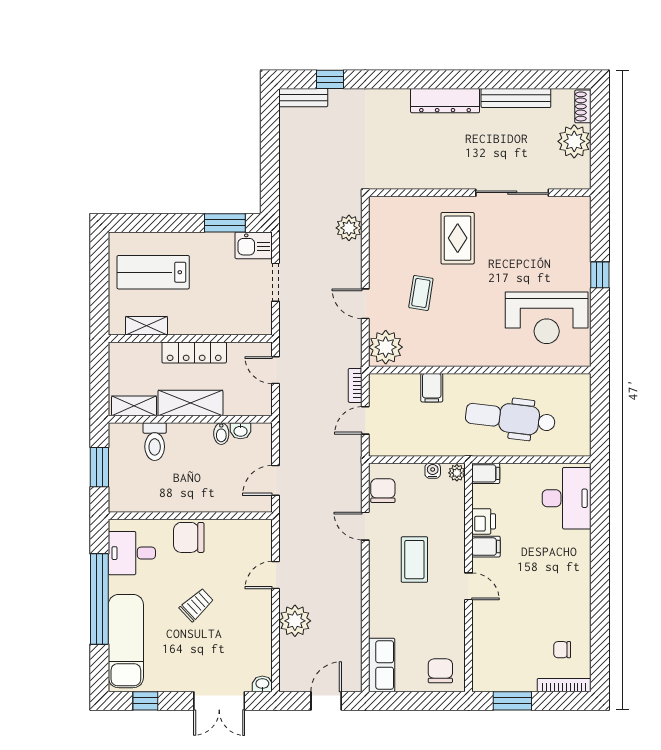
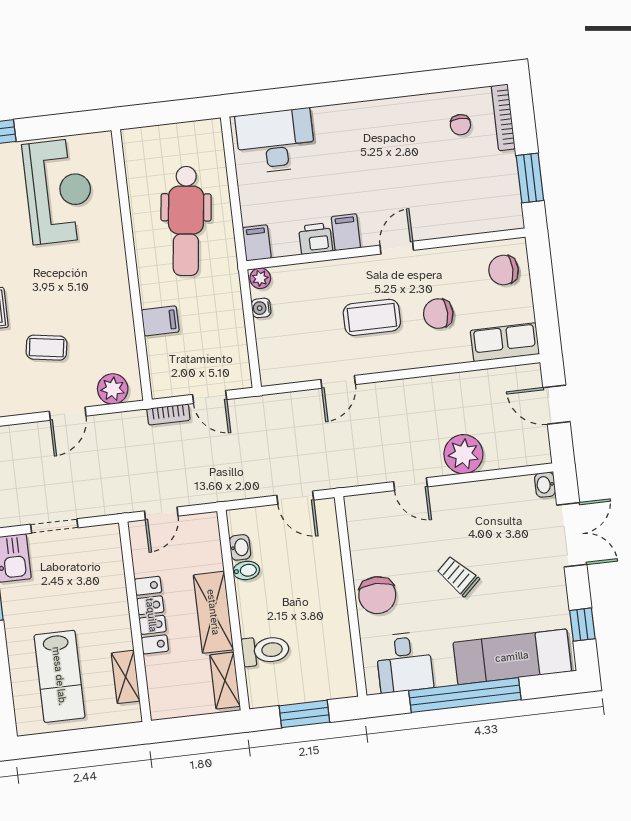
plant: (386, 347) -> (113, 389), width x0.73, depth x0.73
chair: (383, 491) -> (438, 314), moved

